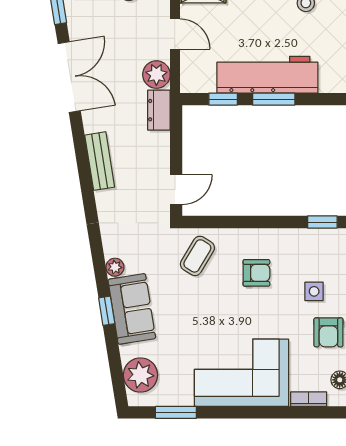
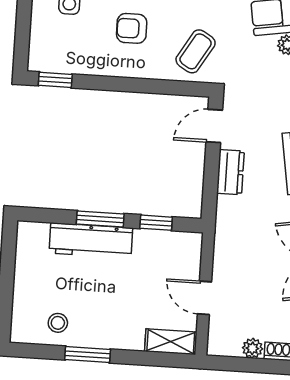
plant: (156, 75) -> (228, 255), removed
workbench: (267, 75) -> (91, 241), width x0.73, depth x0.76
dresser: (159, 110) -> (230, 172), moved

